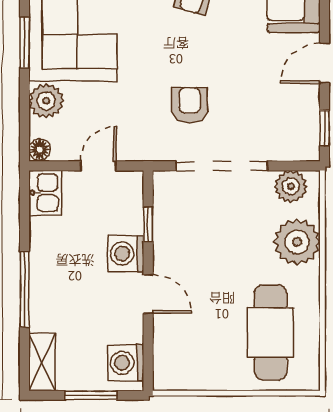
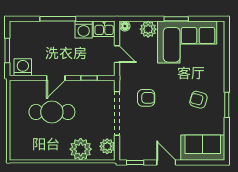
washing machine: (126, 254) -> (84, 30), moved, turned 180
cafe table: (271, 332) -> (52, 112), moved
shelving: (42, 362) -> (23, 27), removed

